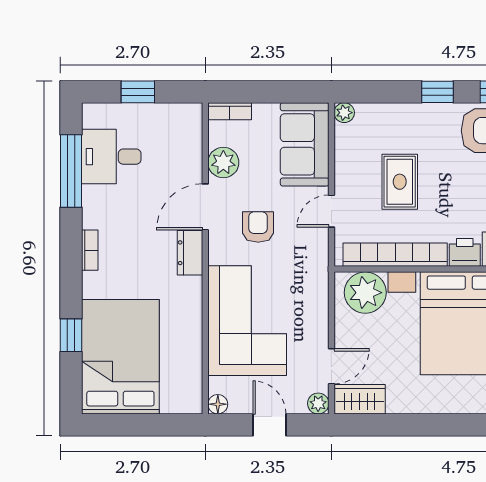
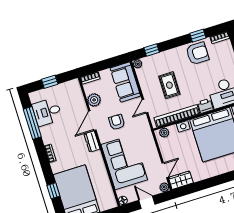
window: (438, 92) -> (152, 50), moved
plant: (365, 293) -> (164, 133), width x0.53, depth x0.53

